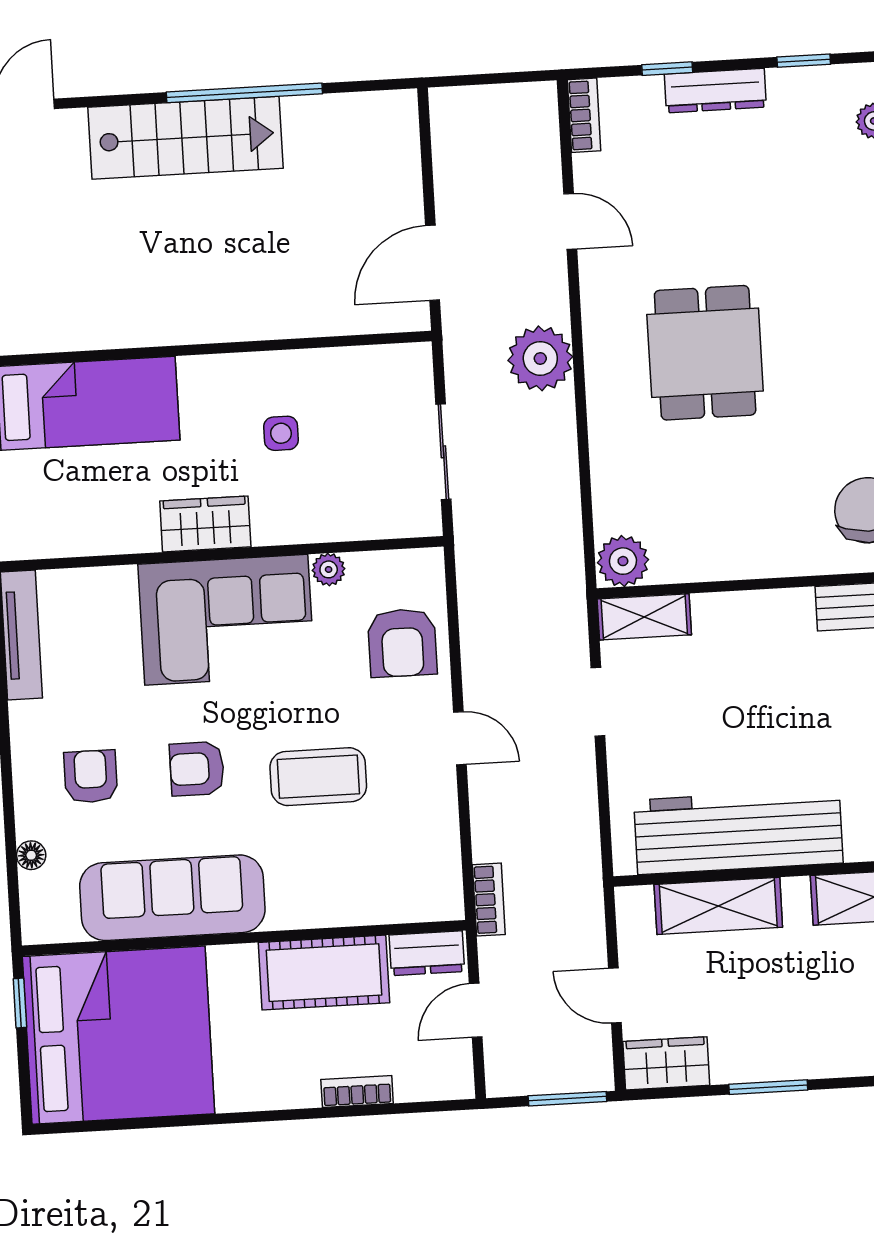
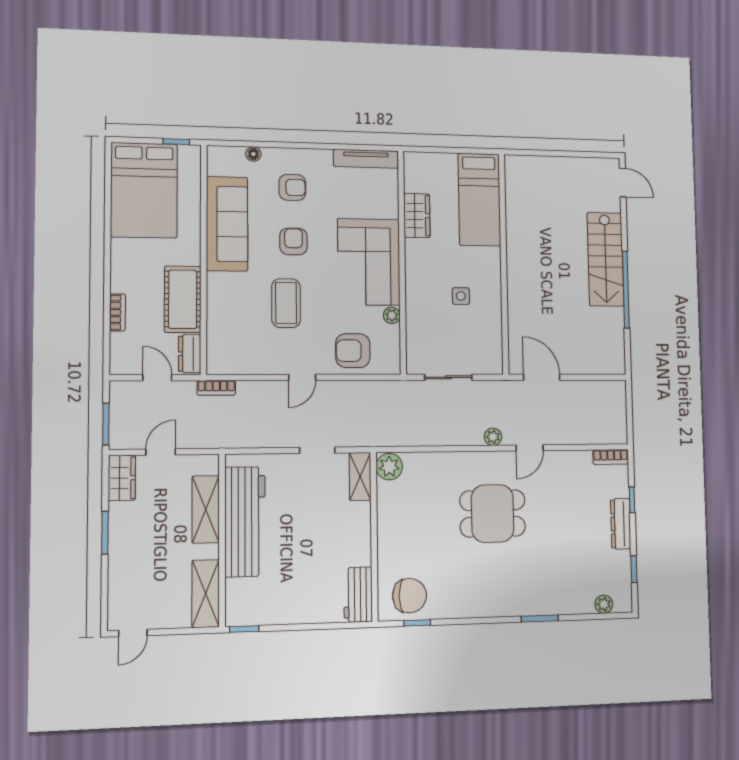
door: (570, 221) -> (530, 448), moved
plant: (540, 358) -> (493, 437), width x0.53, depth x0.53
wardrobe: (205, 524) -> (417, 215), moved
bed: (119, 1035) -> (144, 190), width x0.73

